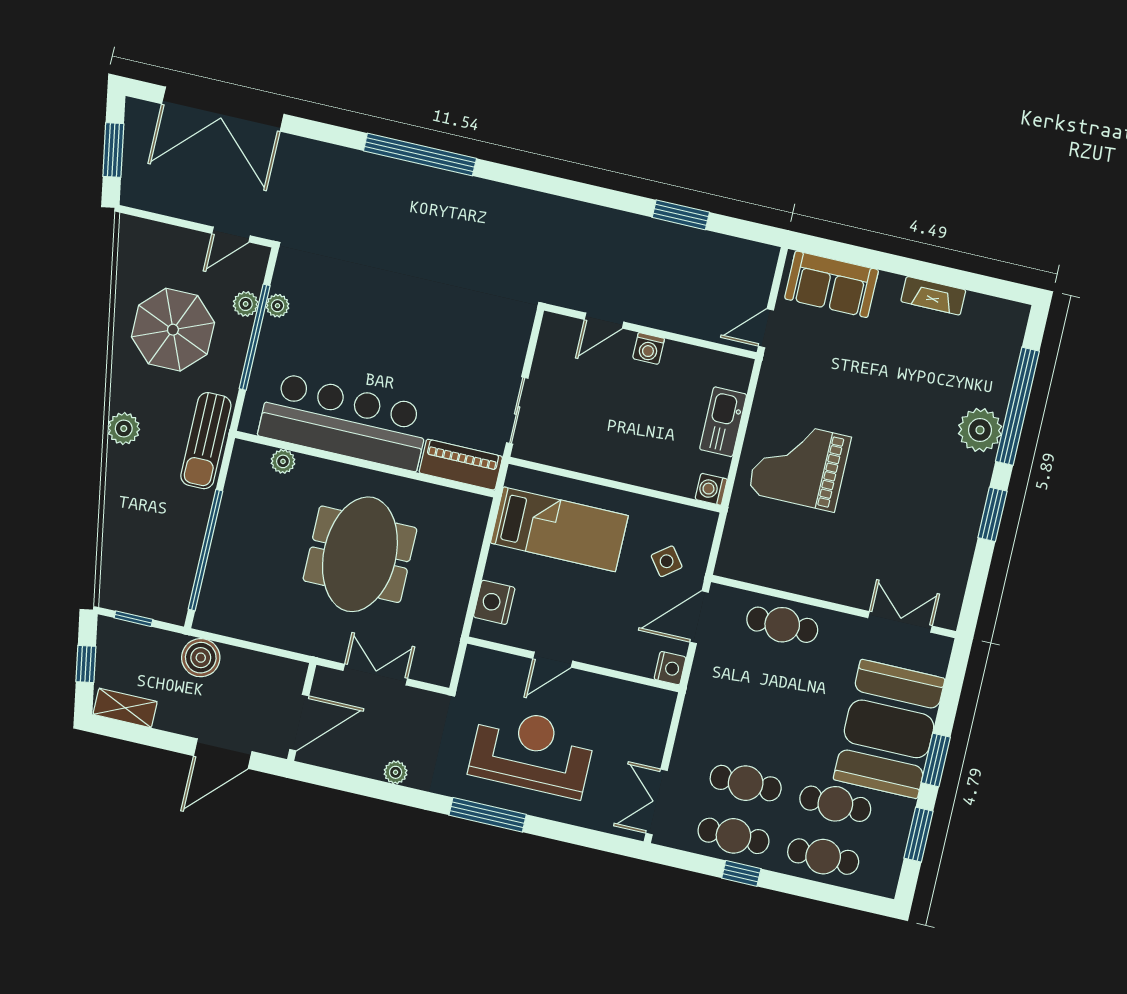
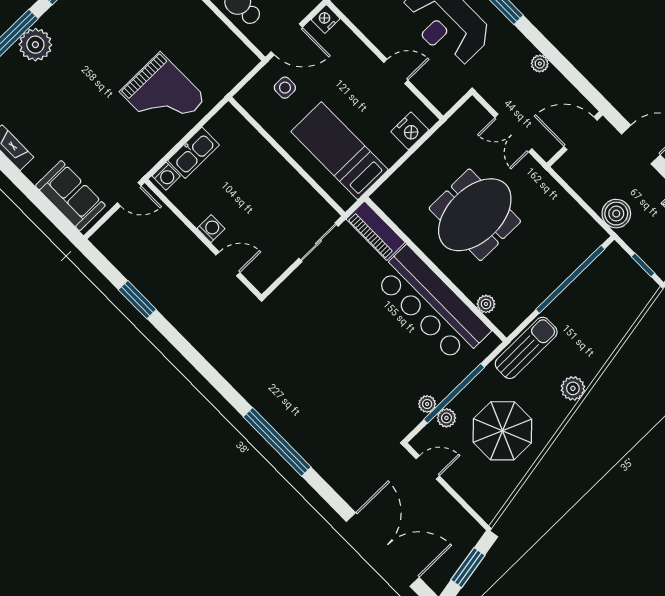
washing machine: (711, 489) -> (166, 176), moved
side table: (667, 561) -> (285, 88), turned 37

